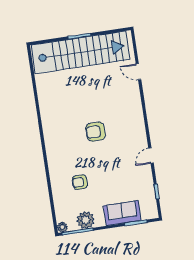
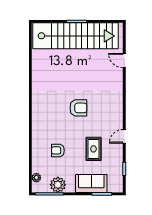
armchair: (96, 132) -> (78, 108), turned 180
rug: (119, 175) -> (94, 149), added
plant: (62, 227) -> (36, 178), moved

